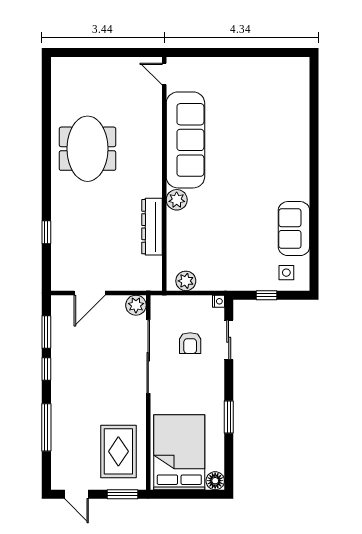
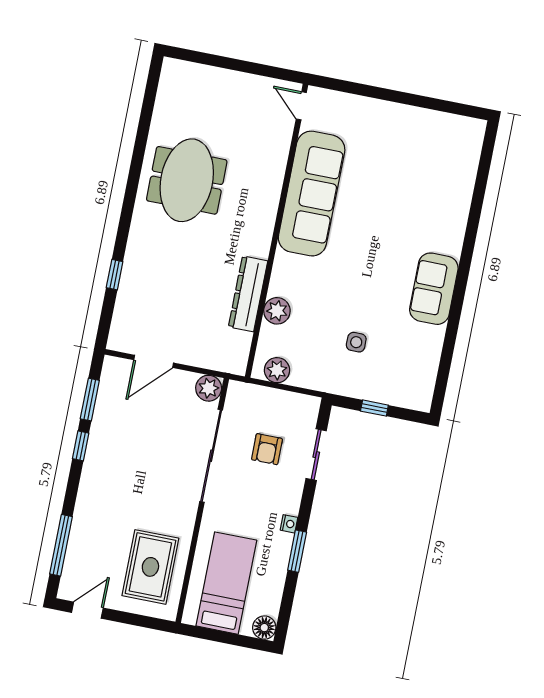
plant: (177, 200) -> (277, 311), moved
sofa: (294, 229) -> (434, 289), moved
side table: (286, 273) -> (356, 342), moved
nightstand: (218, 301) -> (289, 524), moved
window: (46, 427) -> (61, 545), moved
bed: (179, 452) -> (226, 583), width x0.67
door: (77, 494) -> (87, 610), swing flipped
window: (123, 494) -> (145, 622), removed

